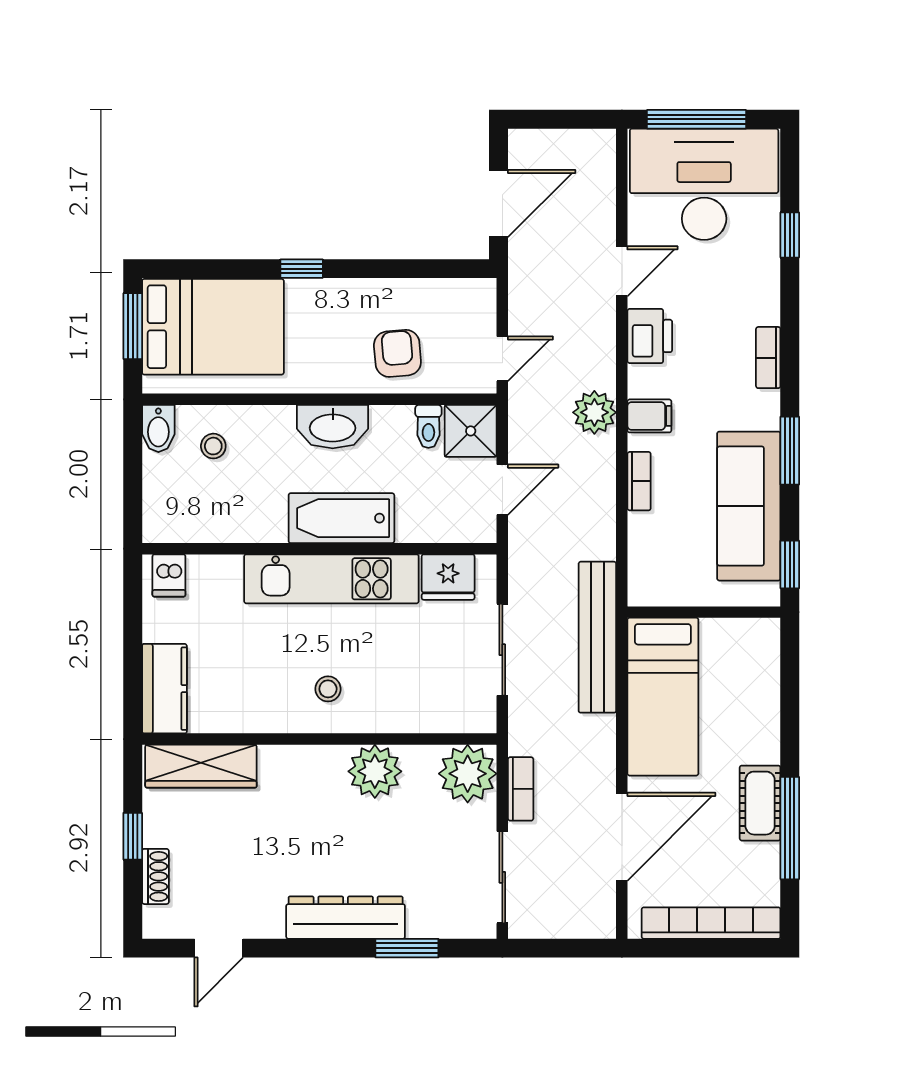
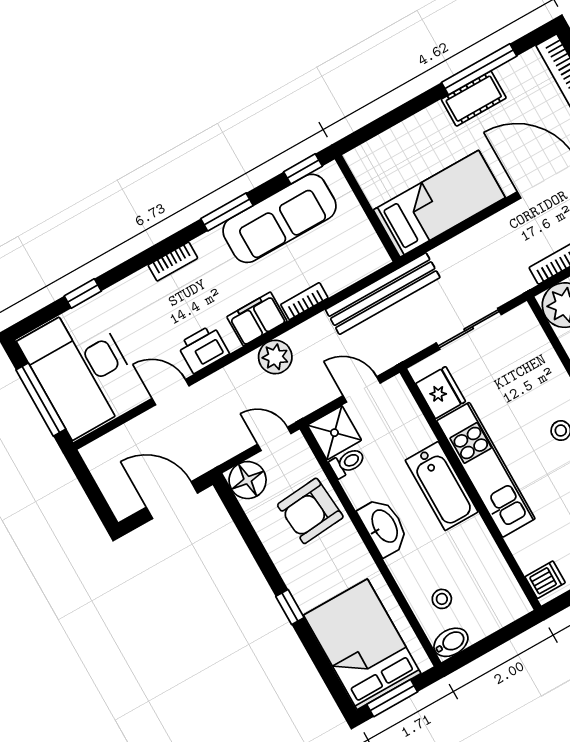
floor lamp: (473, 302) -> (248, 480), added
armchair: (397, 353) -> (310, 511), width x1.38, depth x1.38
filing cabinet: (649, 416) -> (257, 319), width x2.00
bench: (597, 637) -> (383, 294), moved

